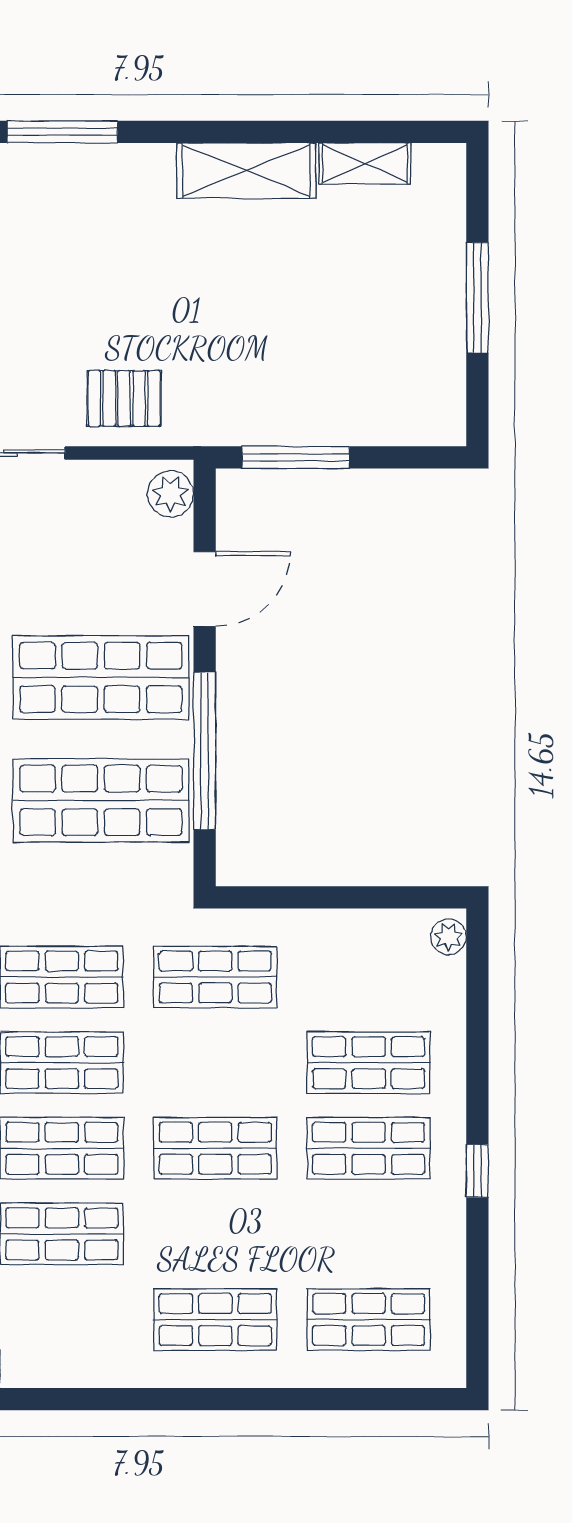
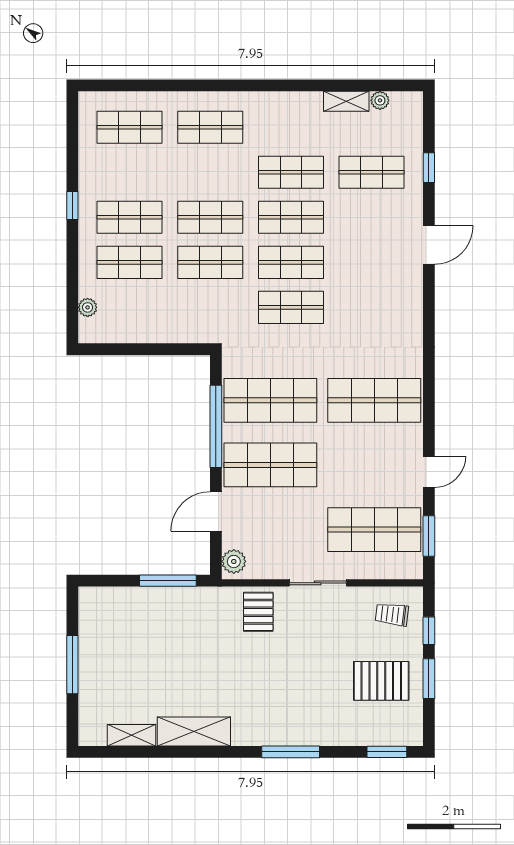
pallet: (124, 398) -> (258, 612), turned 90
plant: (448, 937) -> (88, 307), moved
shop shelf: (215, 977) -> (210, 262), moved

